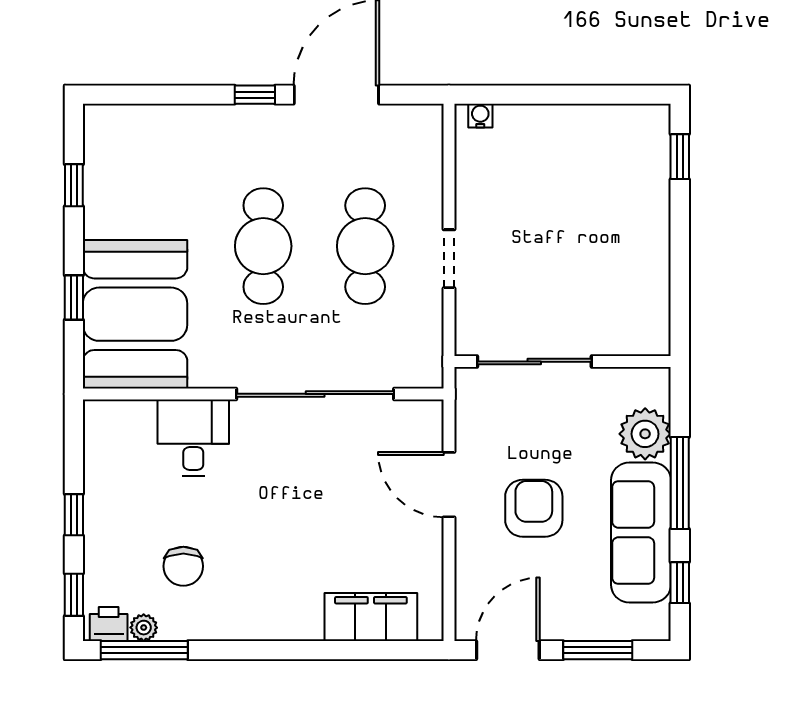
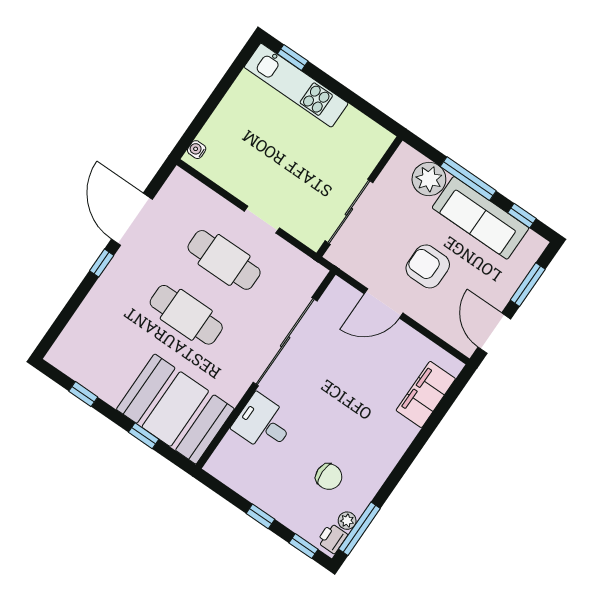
kitchen unit: (648, 185) -> (296, 85), added

